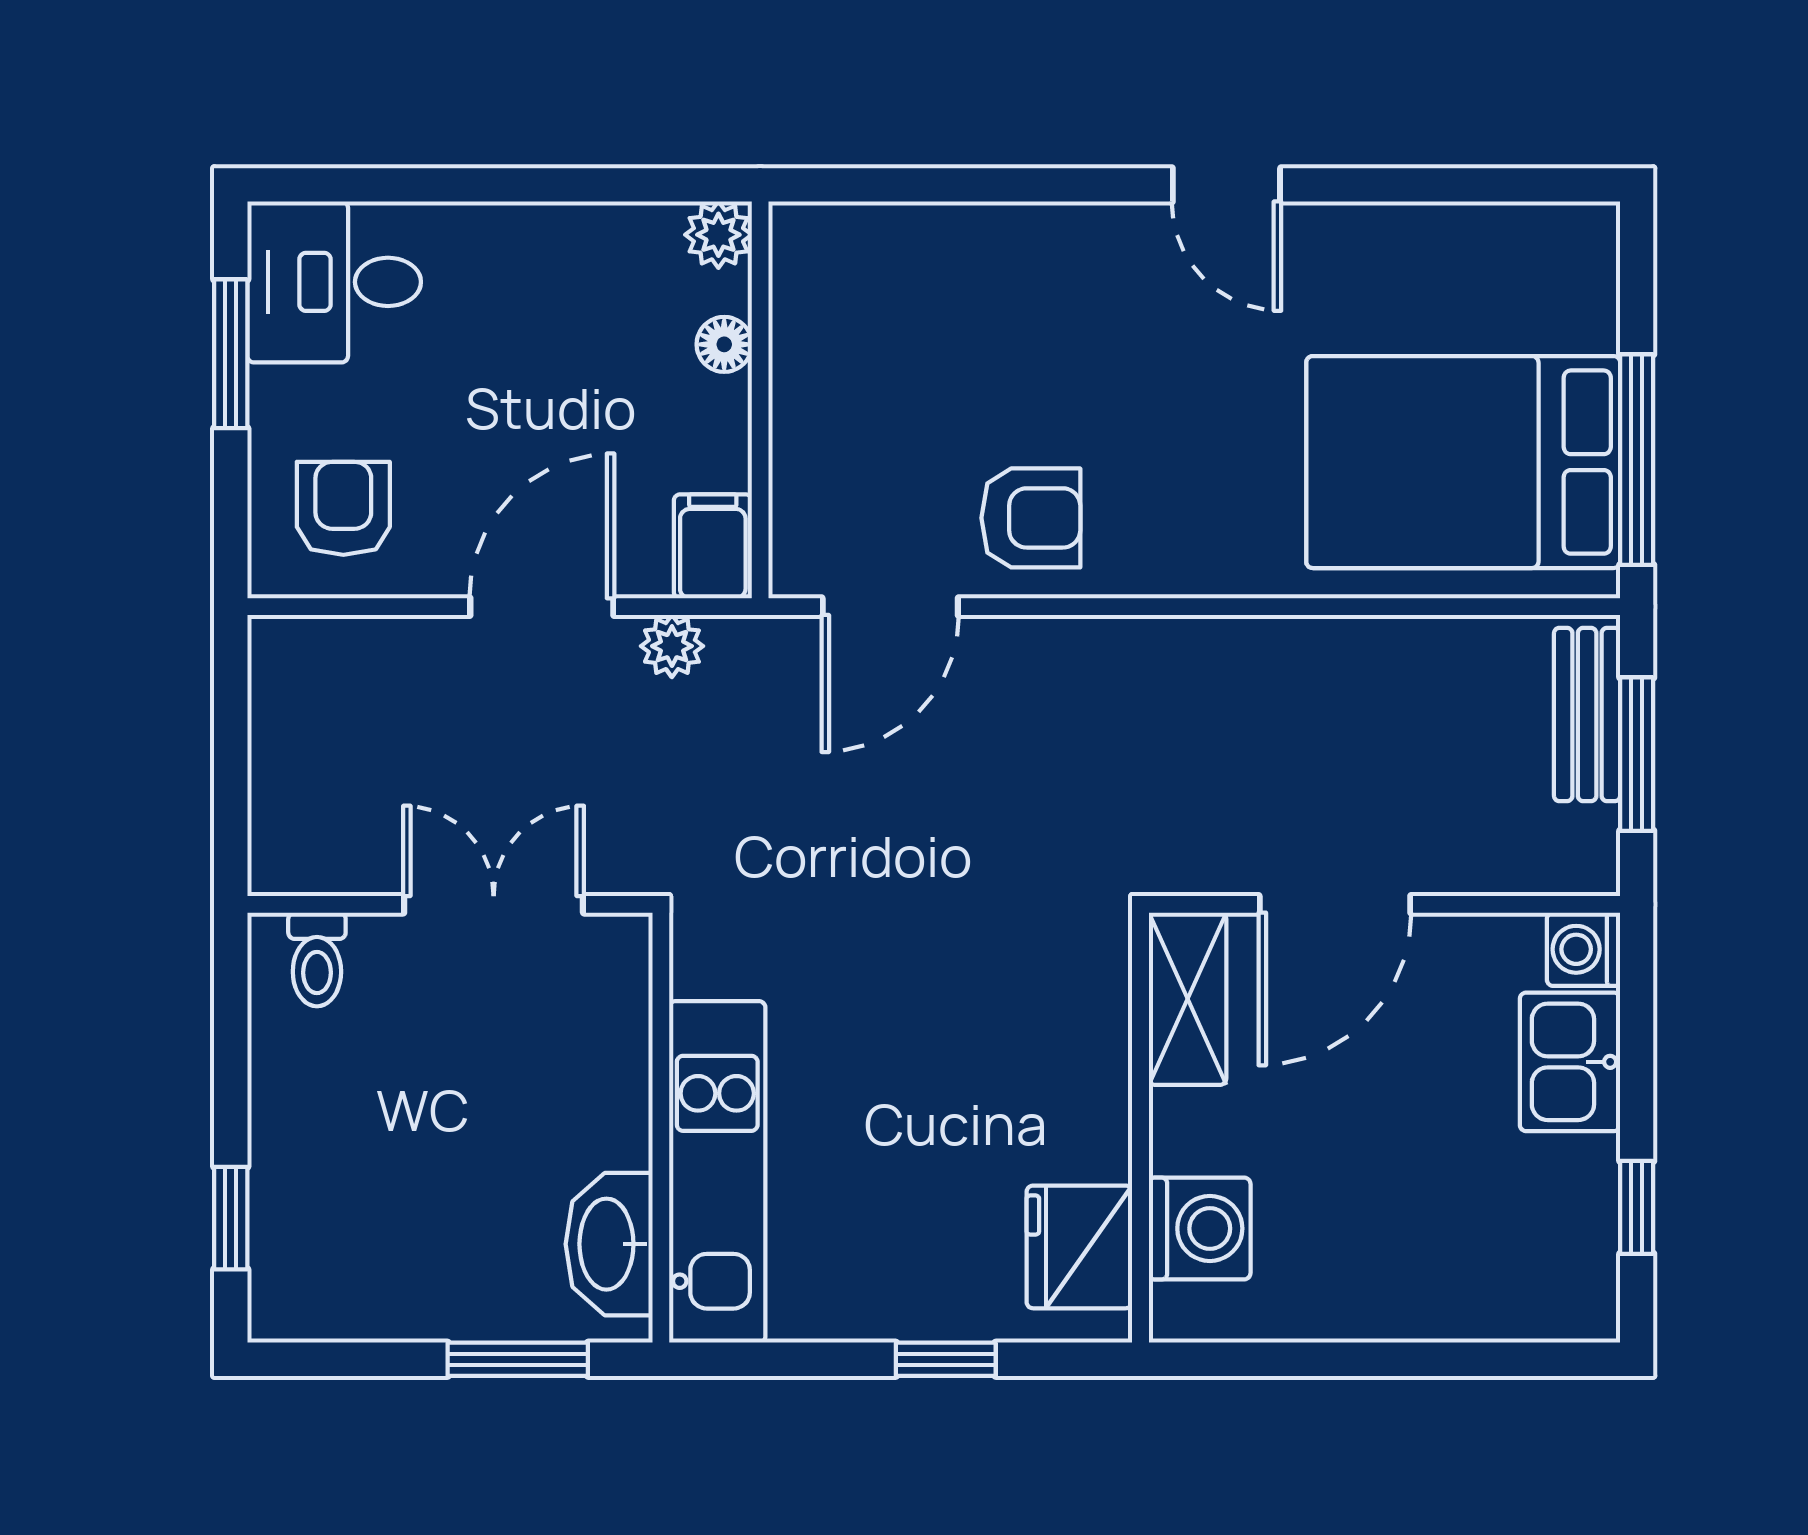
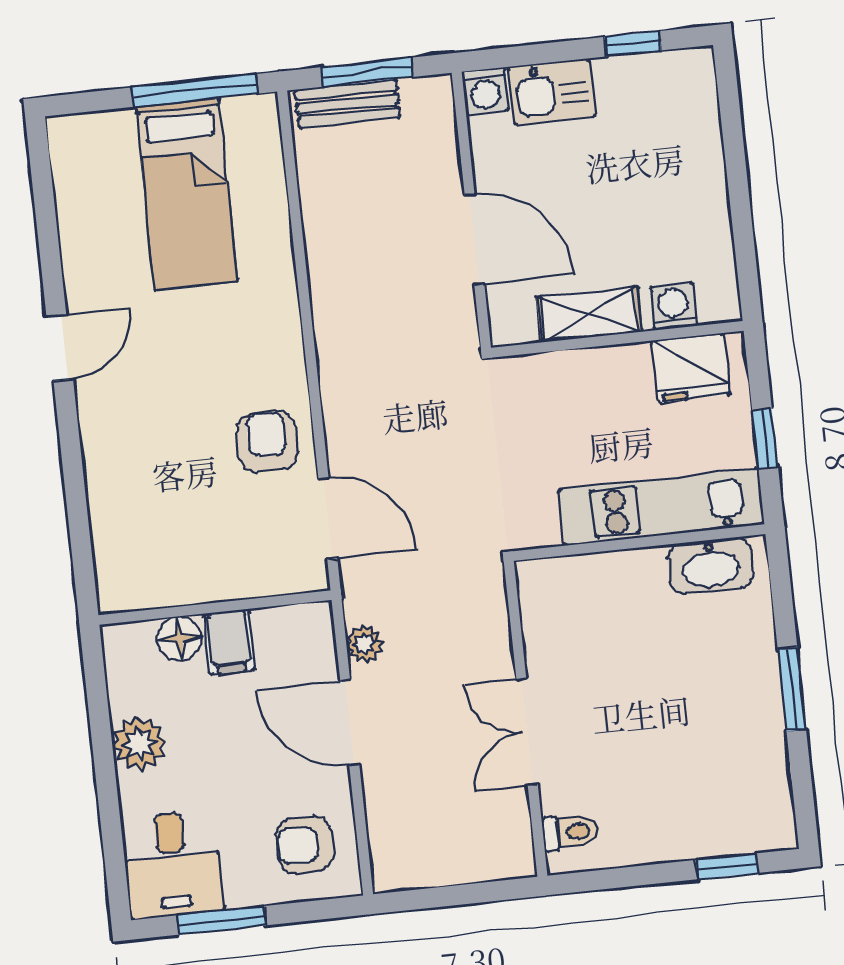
plant: (718, 235) -> (139, 744), moved, width x1.38, depth x1.38
floor lamp: (724, 344) -> (179, 639), width x1.37, depth x1.37
bed: (1463, 462) -> (187, 194), width x0.67
filing cabinet: (713, 546) -> (229, 642), moved, turned -90
shelving: (1188, 999) -> (589, 314), moved
wall: (661, 1128) -> (639, 543), moved
kitchen unit: (717, 1172) -> (661, 507), moved
washing machine: (1200, 1228) -> (674, 306), width x0.73, depth x0.73
washbasin: (609, 1244) -> (710, 566), moved

